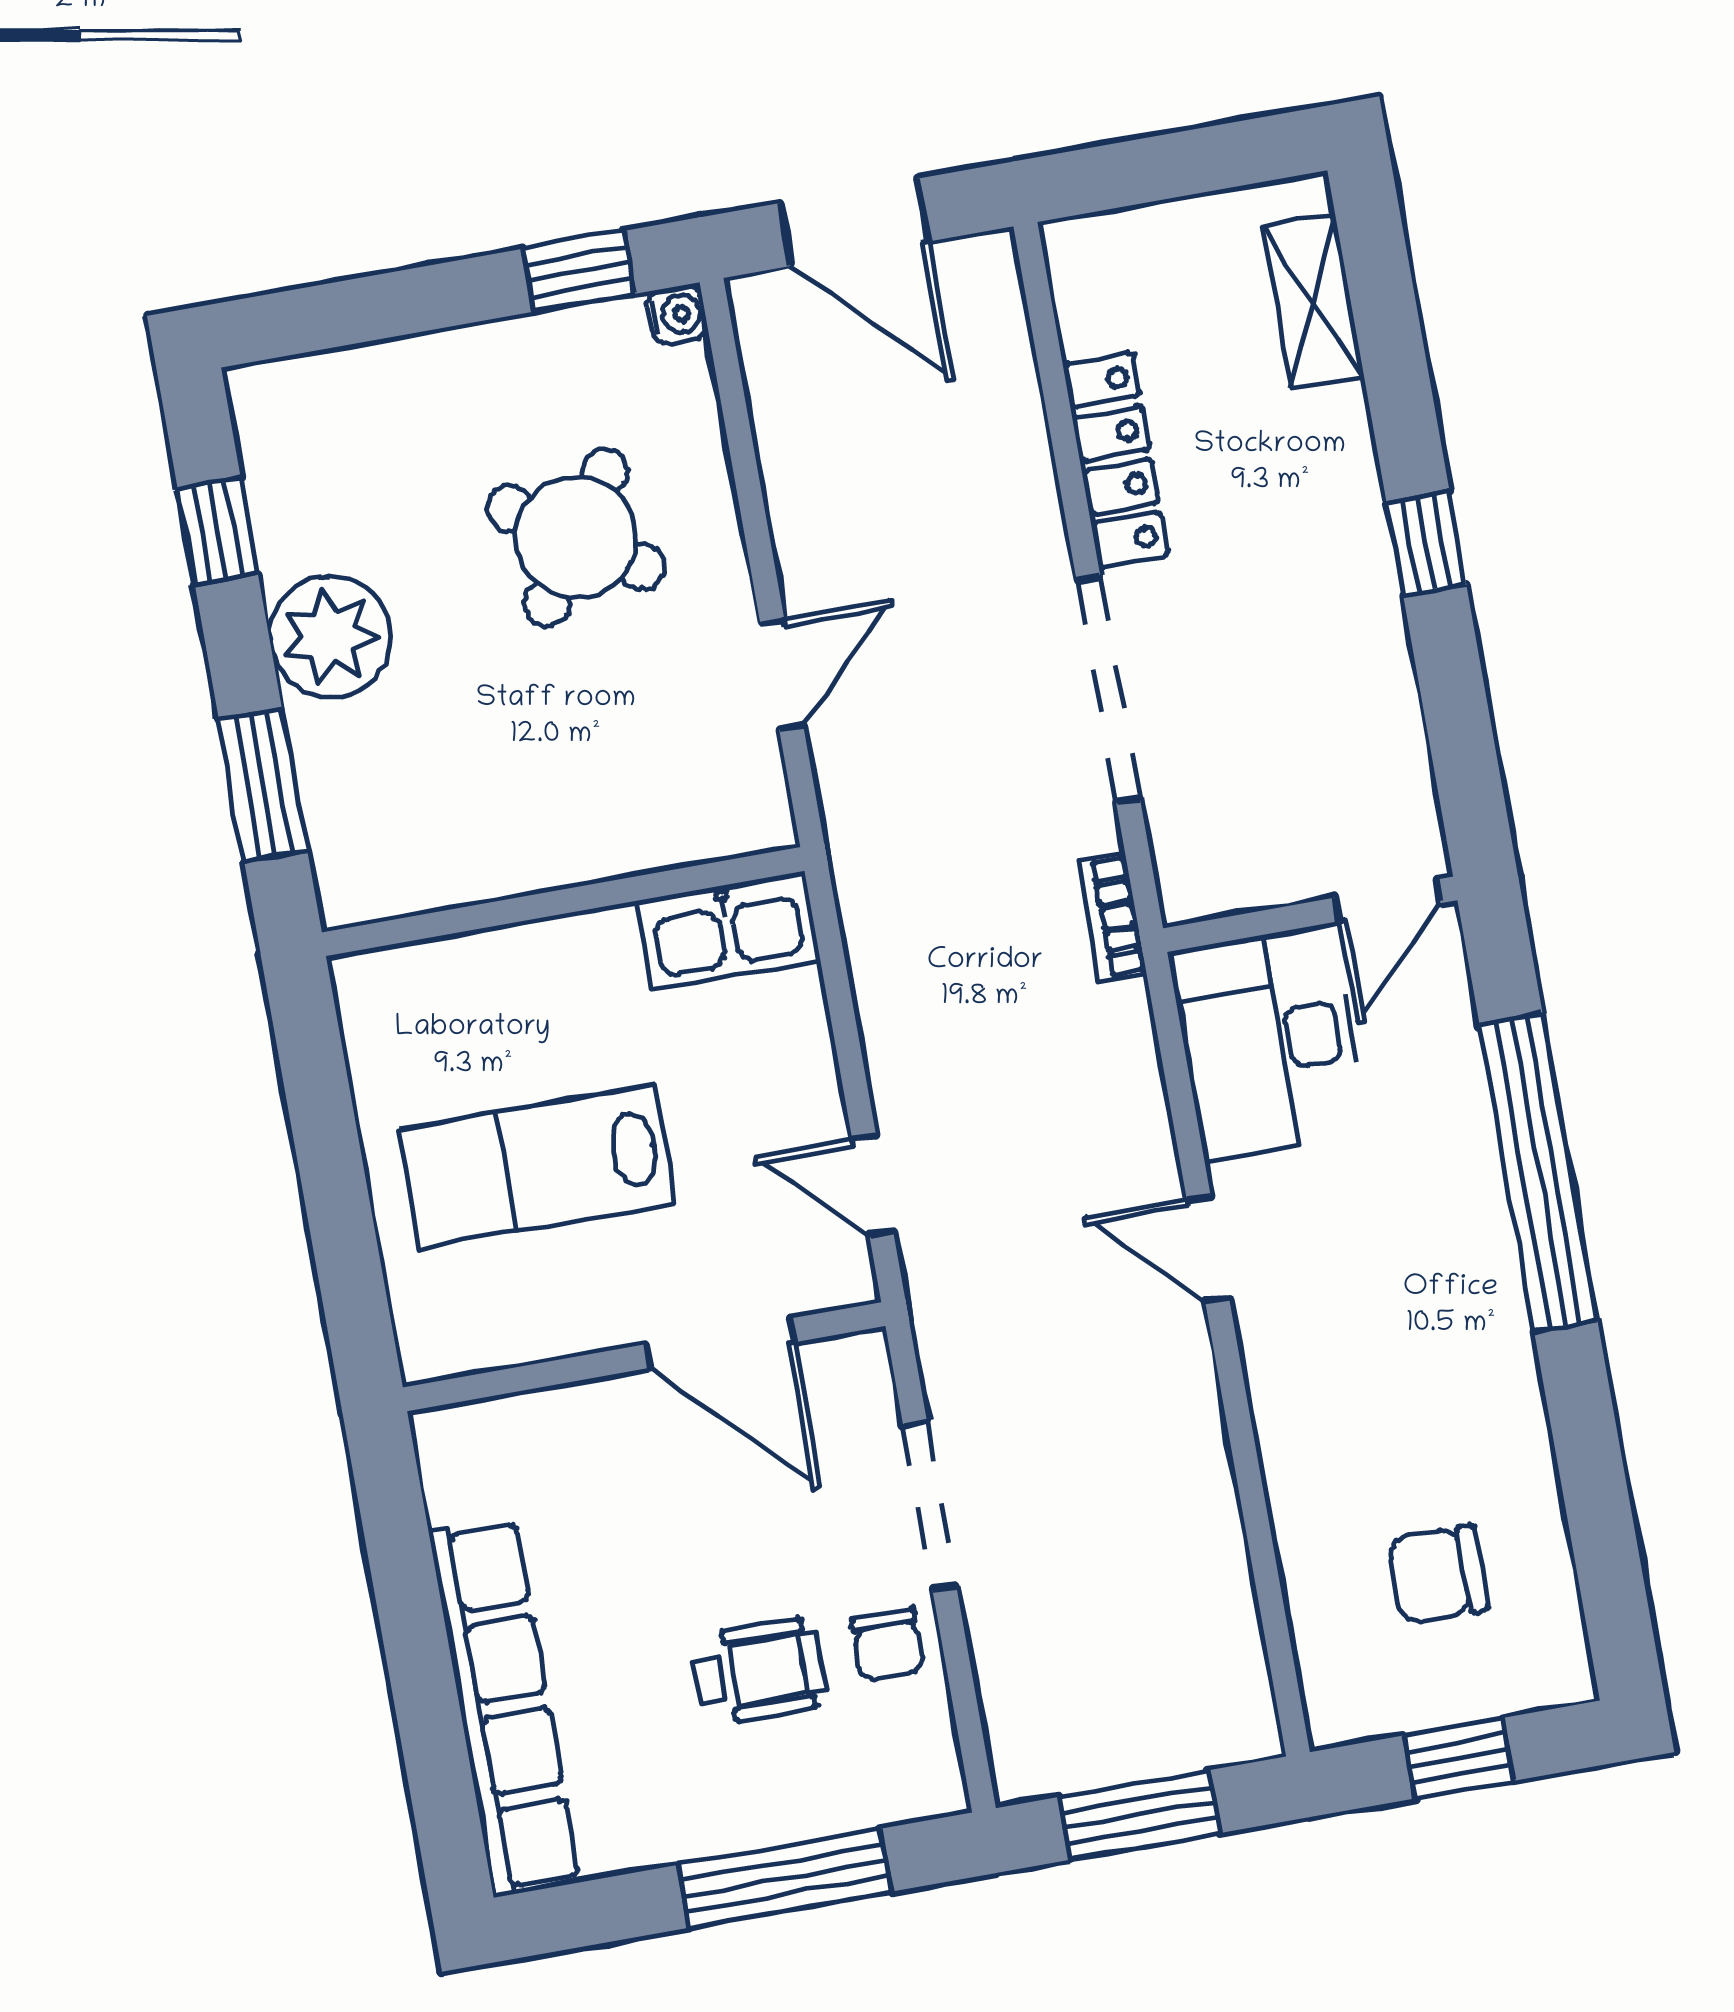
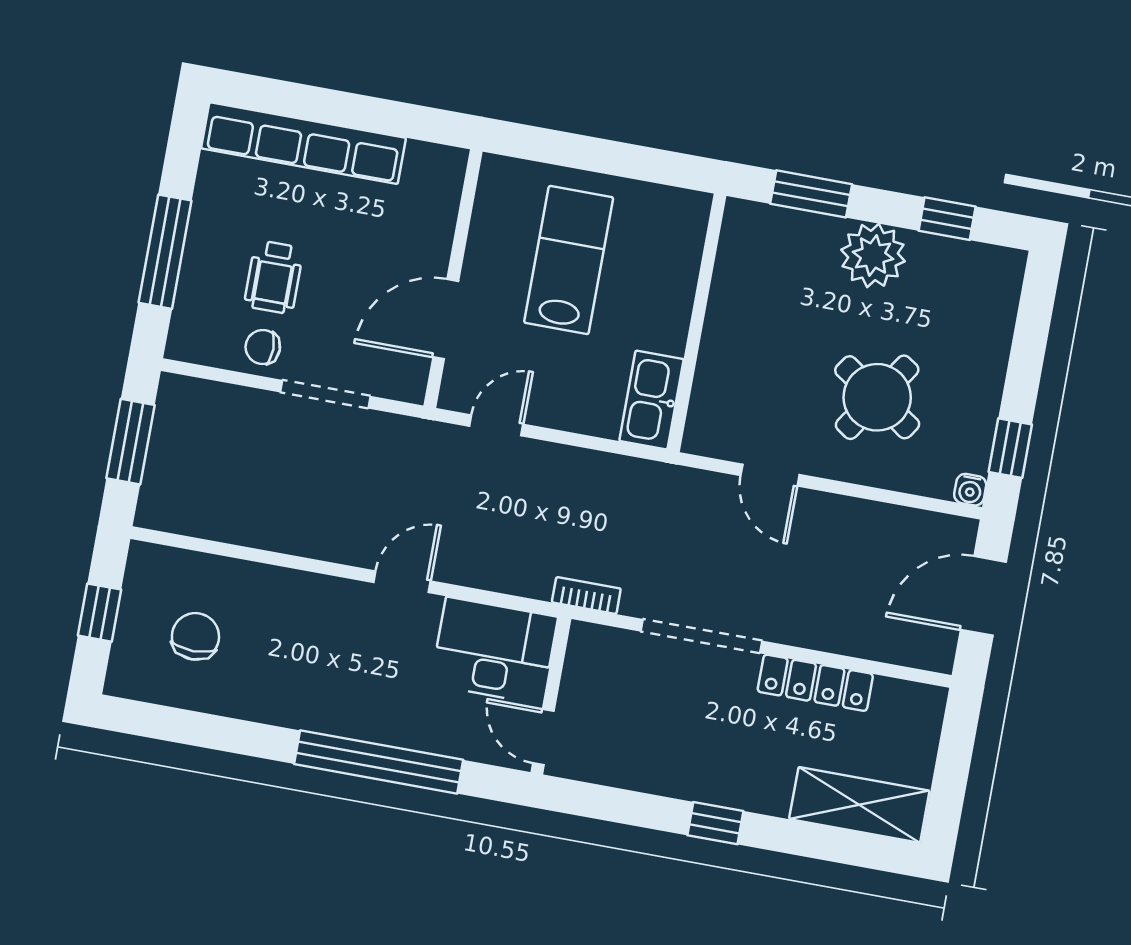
shelving: (1313, 301) -> (859, 805), width x1.50, depth x1.33

